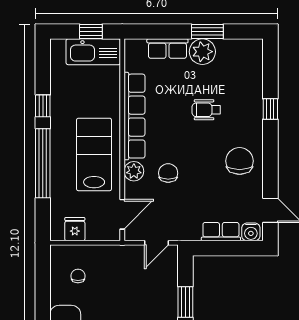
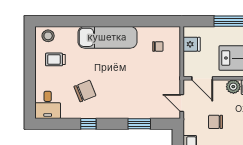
chair: (168, 173) -> (216, 122), moved, turned 180

